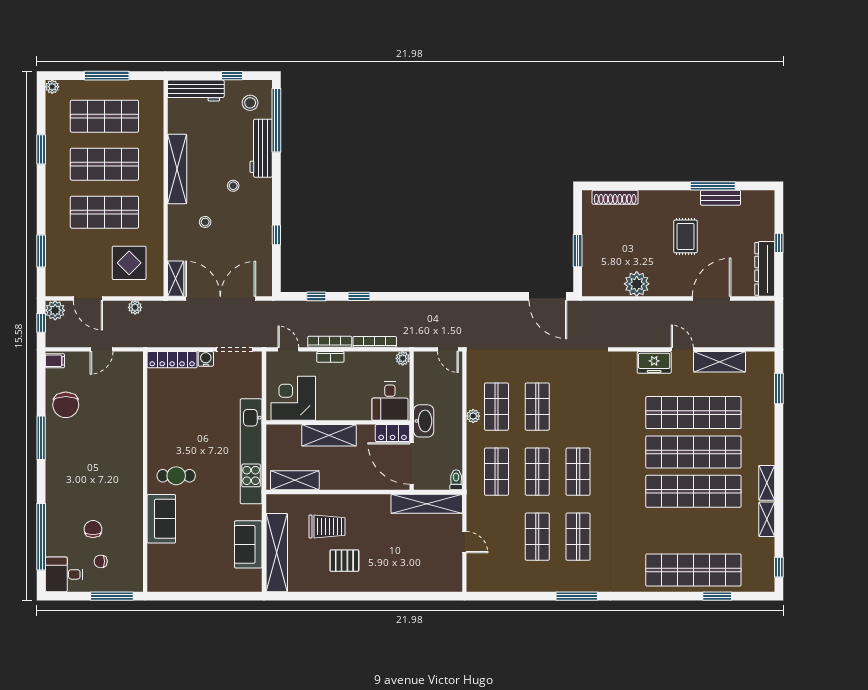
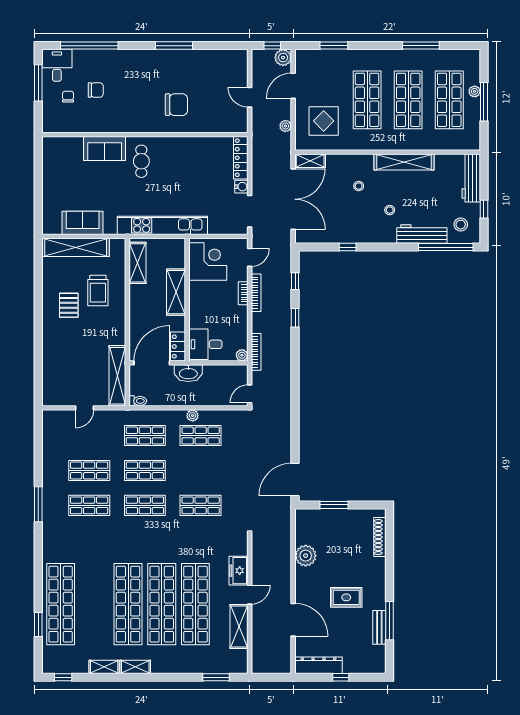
plant: (52, 87) -> (475, 91), moved
window: (41, 149) -> (421, 46), width x1.44
bookcase: (375, 342) -> (256, 352), moved
filing cabinet: (55, 361) -> (240, 57), removed
chair: (66, 405) -> (176, 105), moved, turned 180
shop shelf: (537, 407) -> (201, 505), moved
window: (112, 596) -> (38, 83), moved

